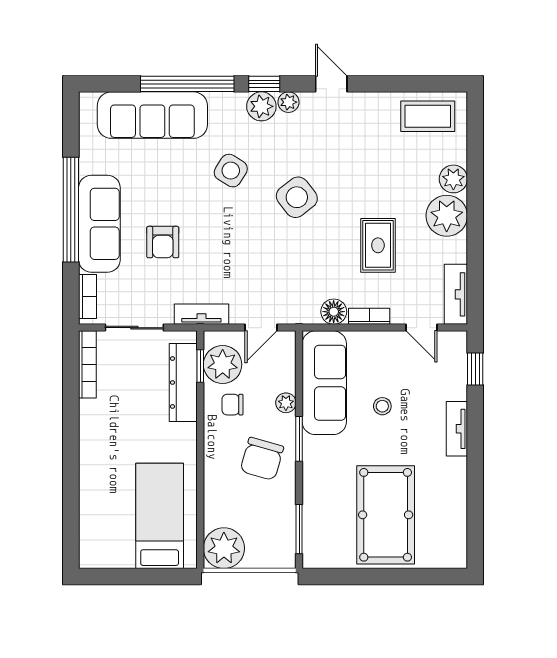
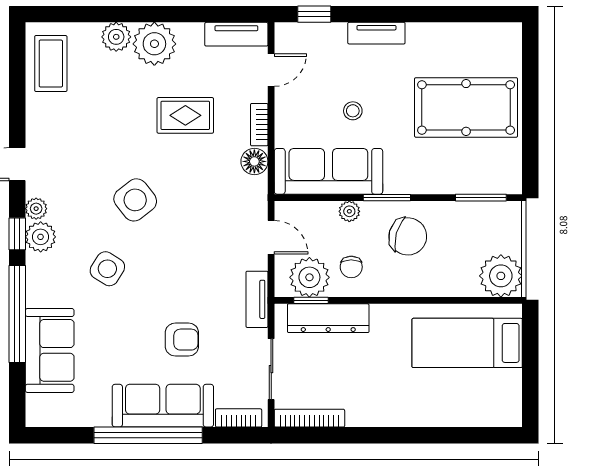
sofa: (152, 115) -> (50, 350), width x0.73

